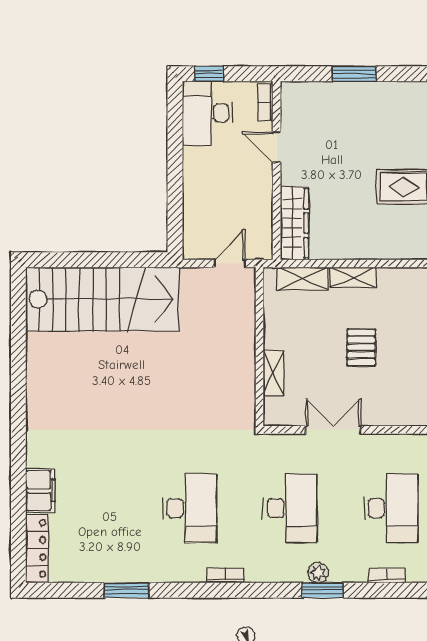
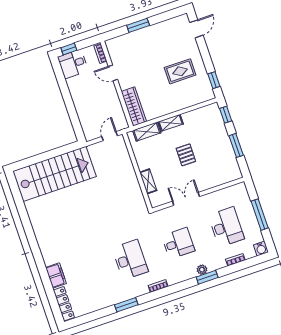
desk: (207, 113) -> (73, 64), width x0.73
desk: (290, 508) -> (178, 243), width x0.73
window: (126, 590) -> (126, 305), moved

